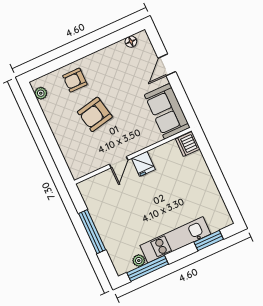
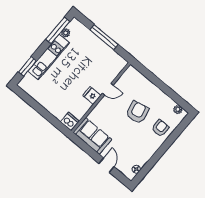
door: (119, 162) -> (108, 89), swing flipped

